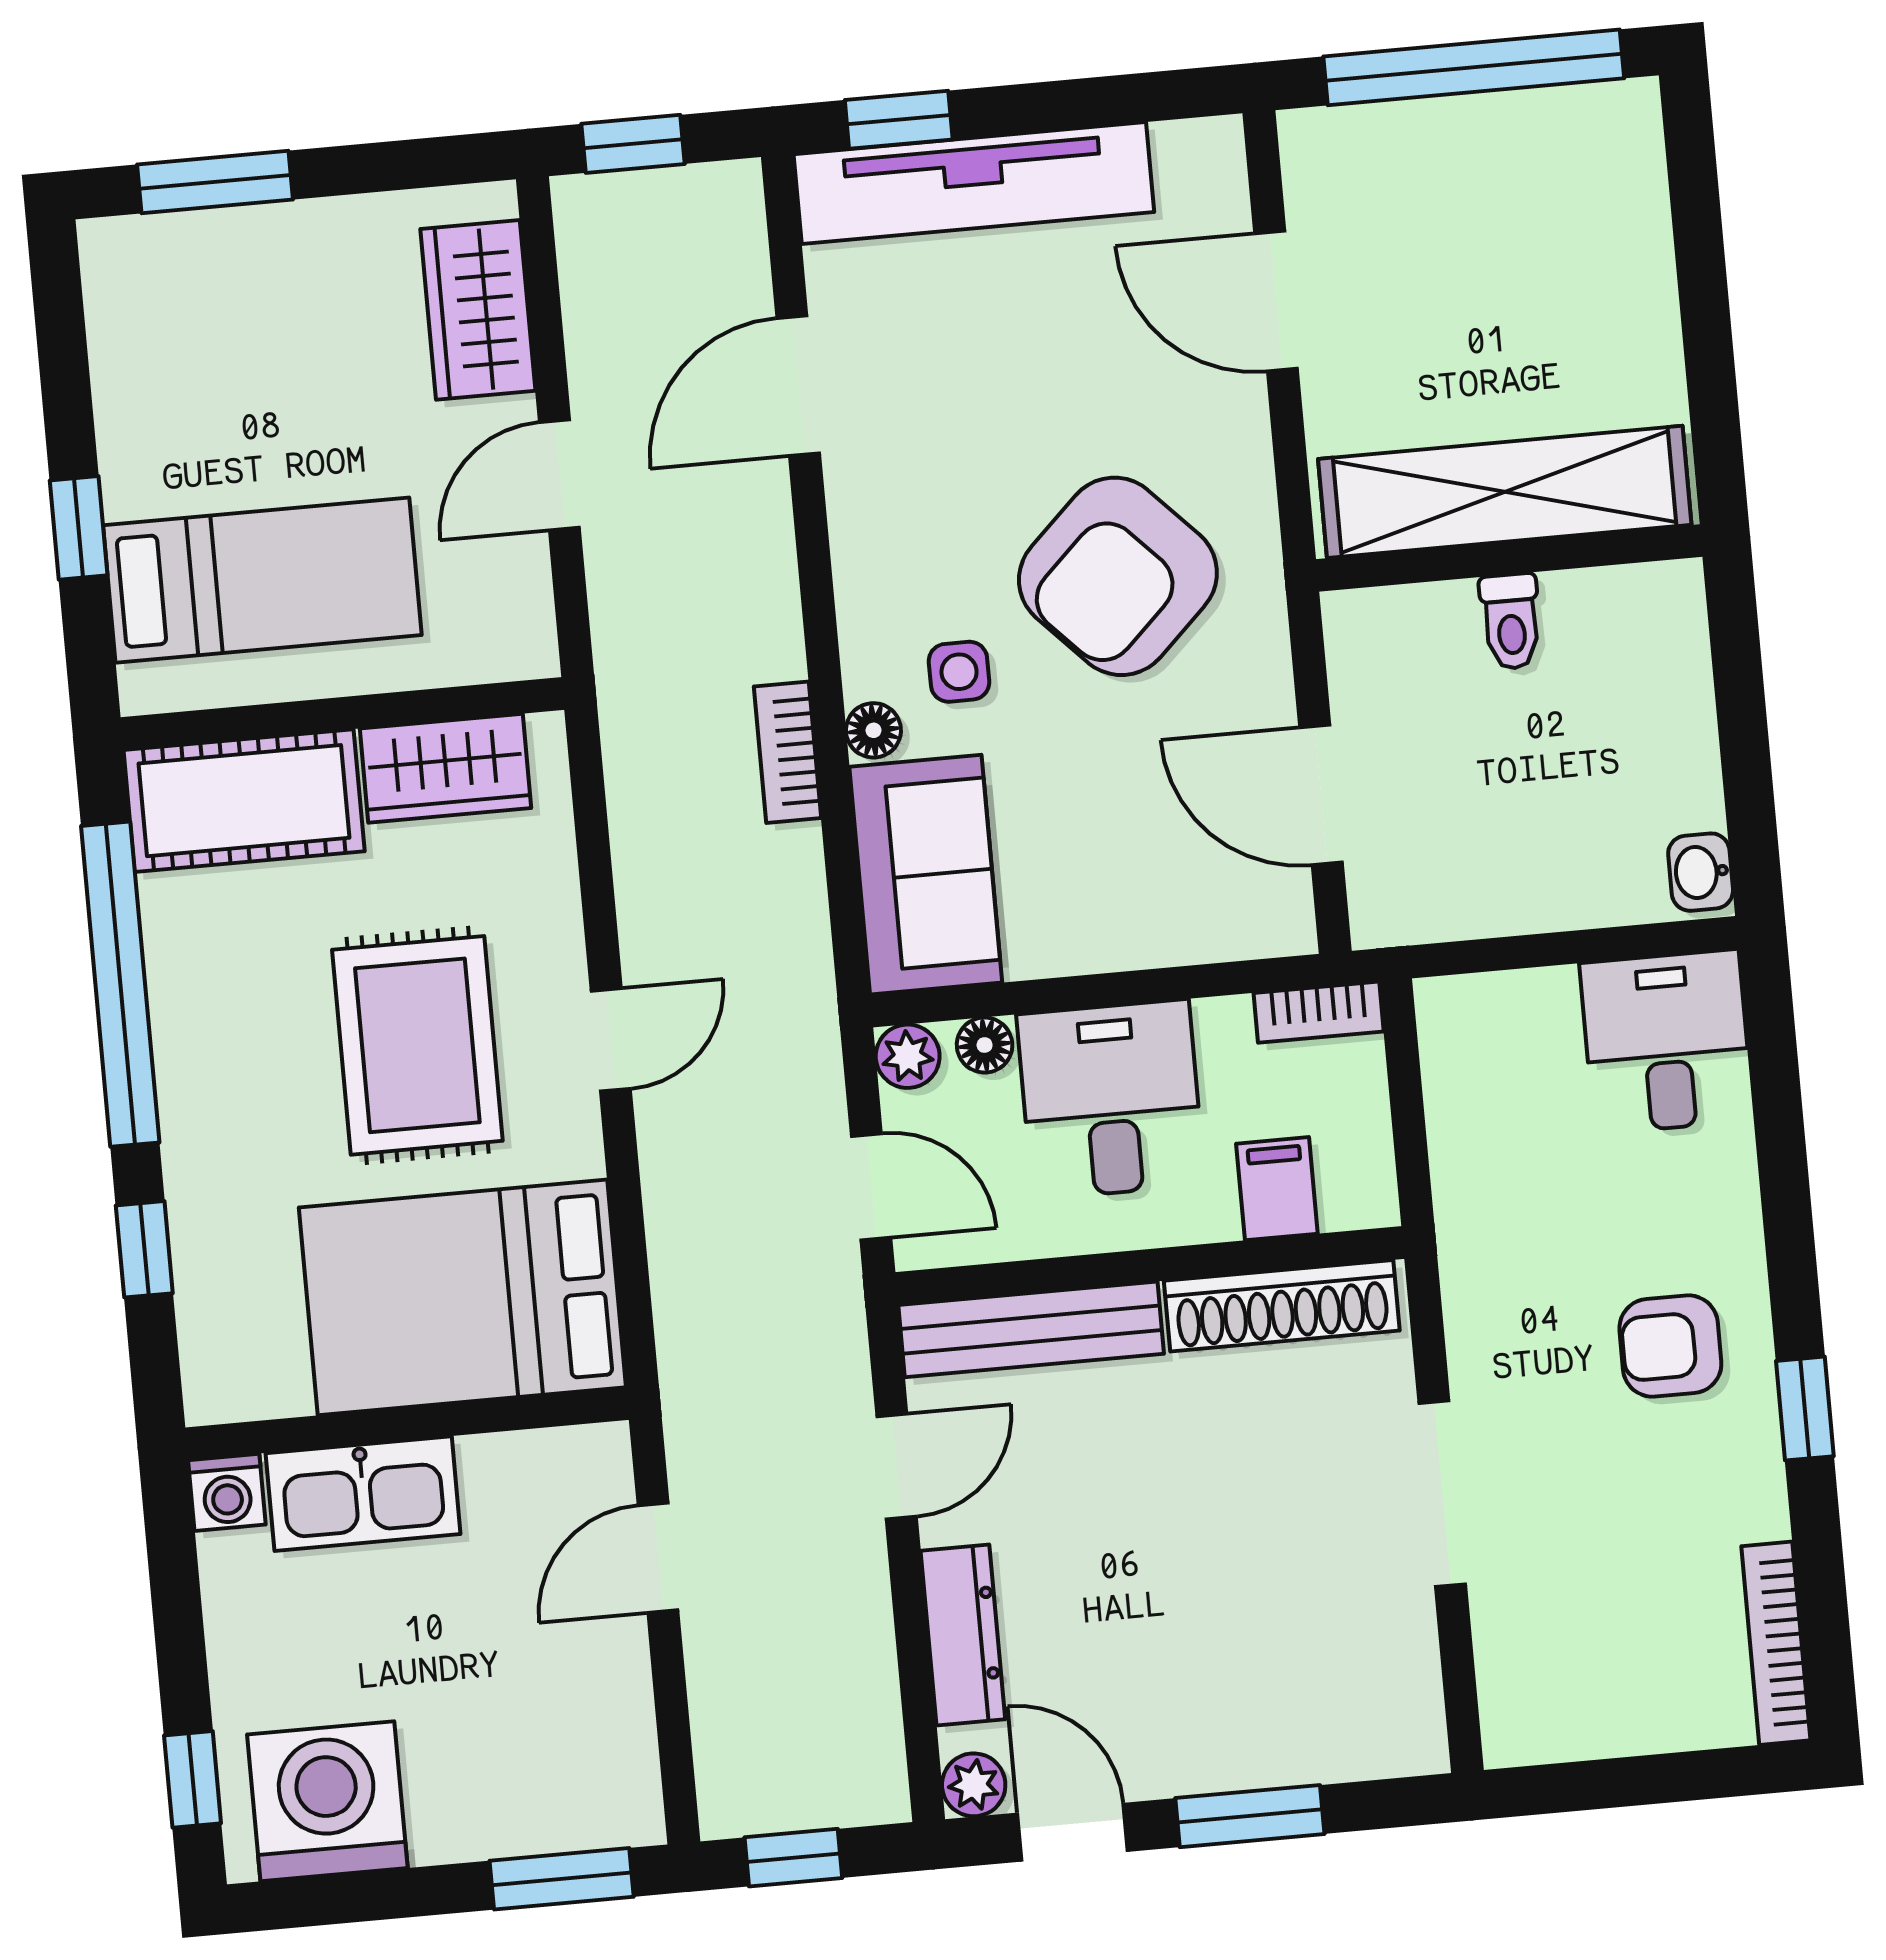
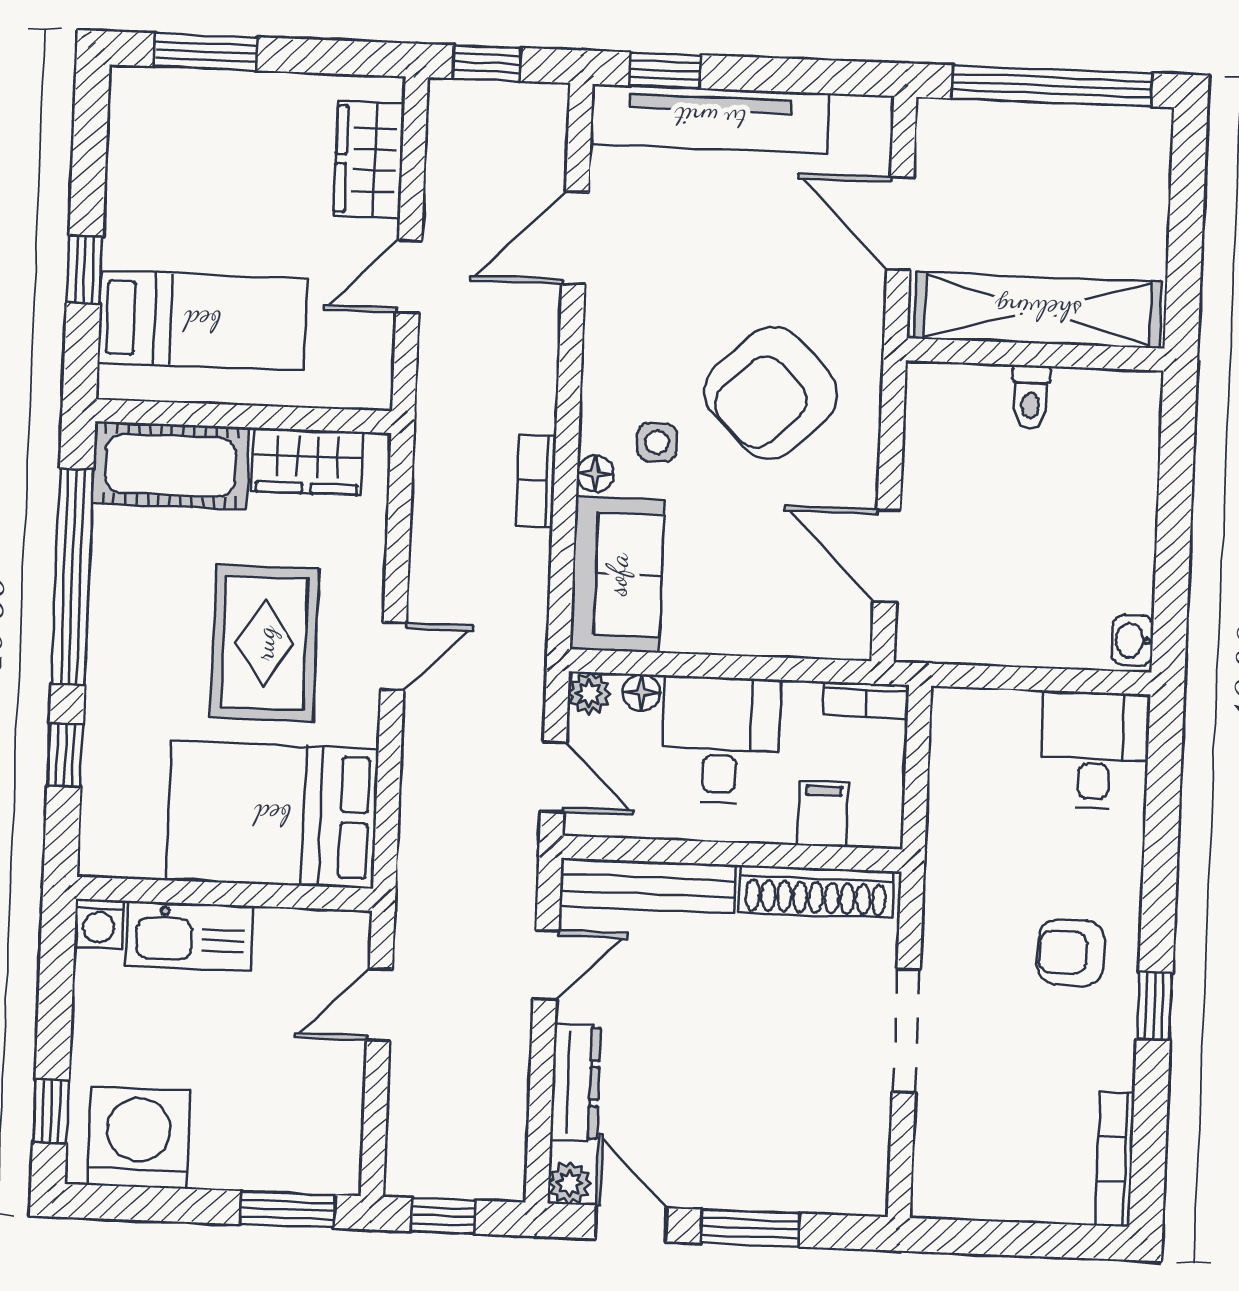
shelving: (1505, 492) -> (1038, 310), moved
wall: (1509, 558) -> (1035, 355), moved
toilet: (1511, 621) -> (1031, 397), moved

